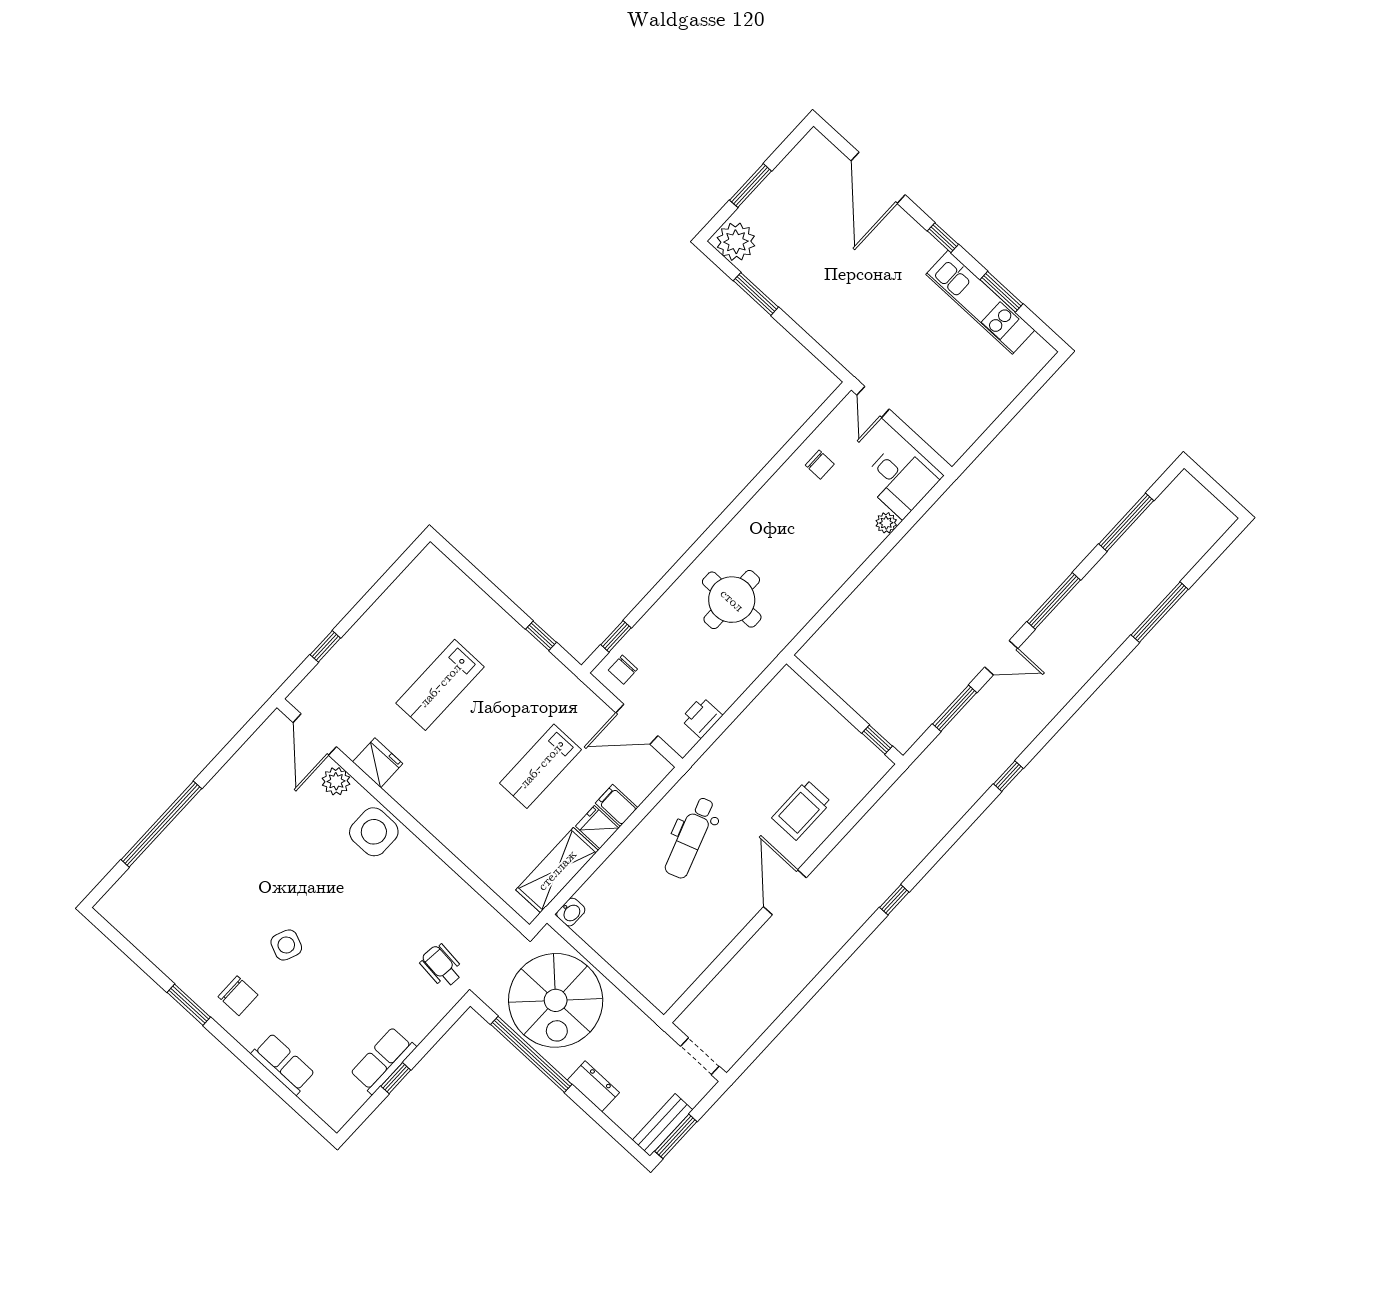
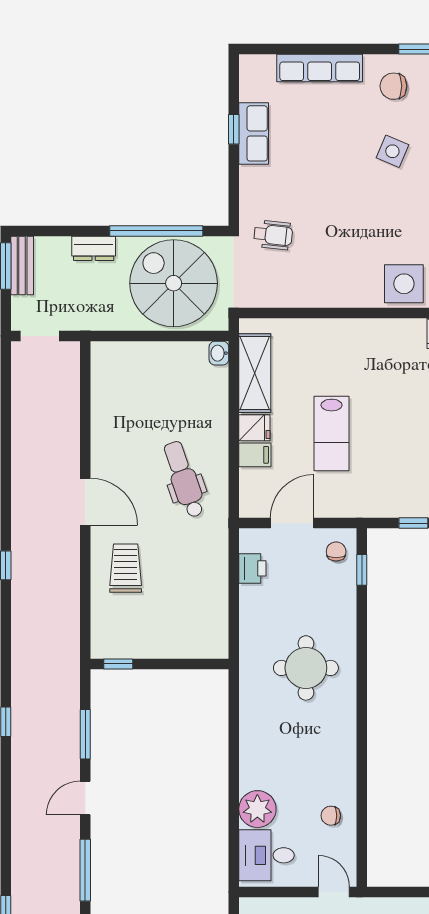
plant: (886, 523) -> (257, 809), width x1.88, depth x1.88
lab bench: (540, 766) -> (331, 433), turned 180
row of seats: (283, 1064) -> (320, 68), width x1.48

